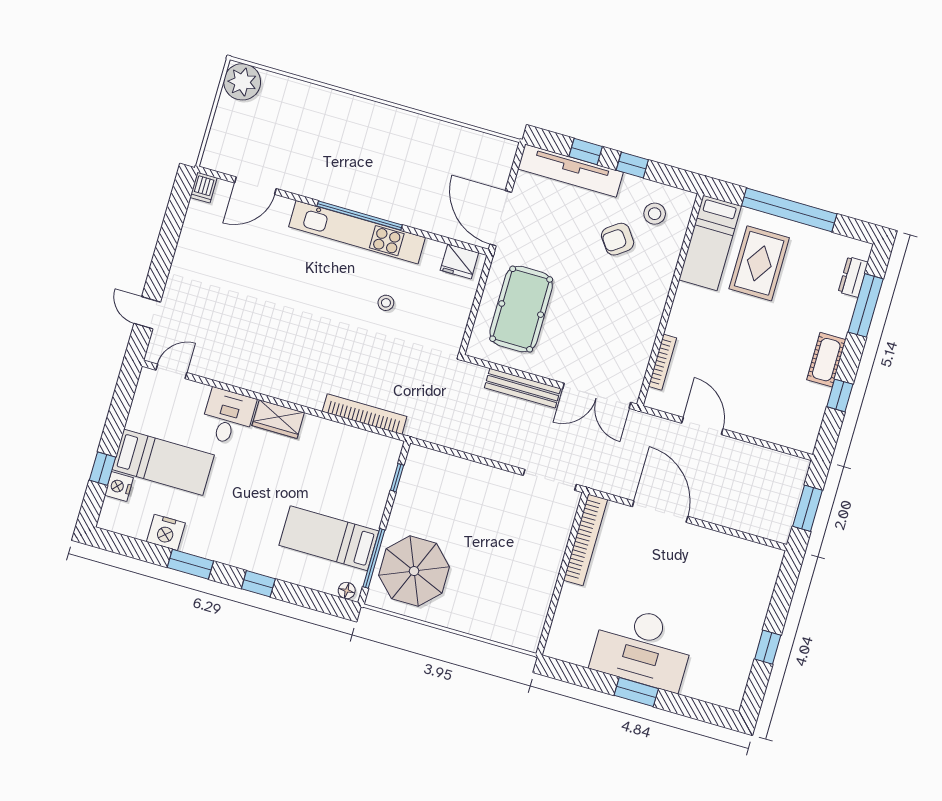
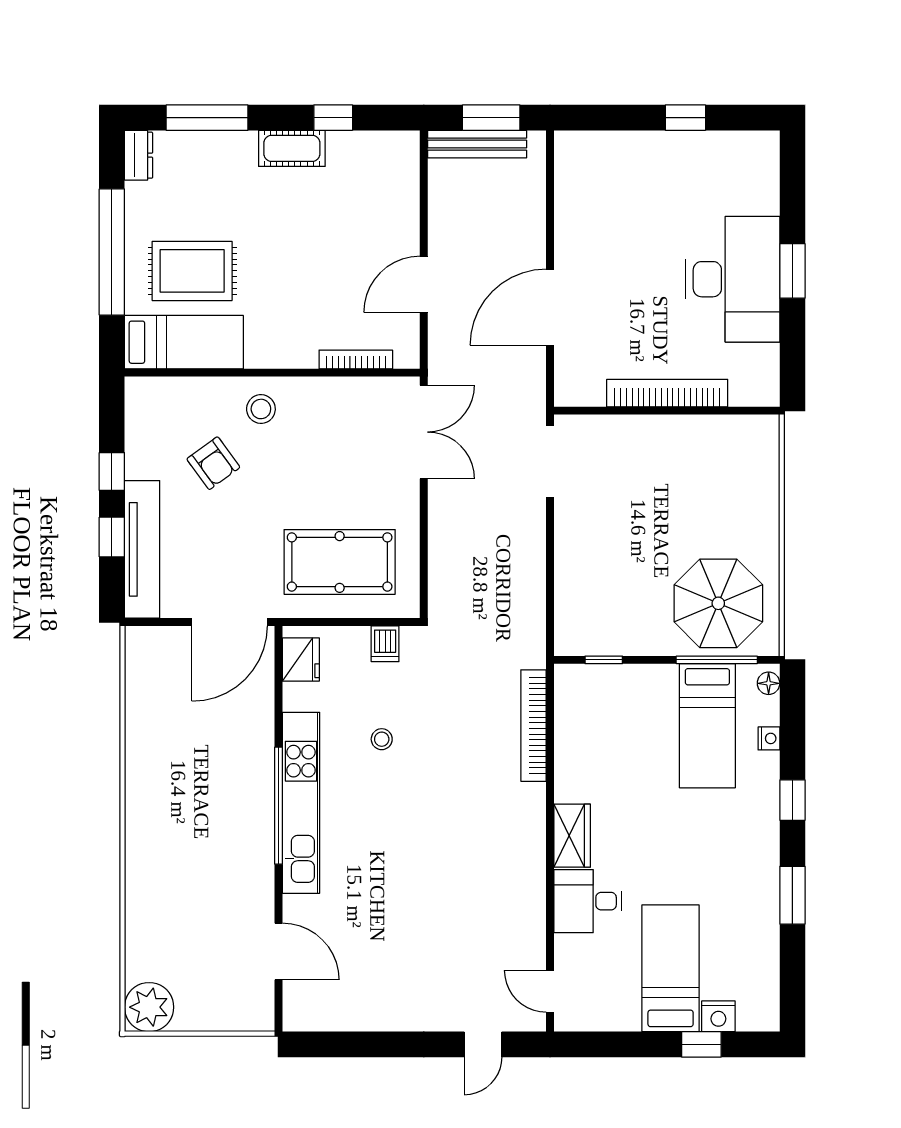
dishwasher: (204, 188) -> (385, 644), moved, turned 90
stool: (655, 214) -> (261, 409), moved
dresser: (853, 277) -> (139, 155), moved, turned -90
bench: (523, 388) -> (477, 144), moved, turned 90
nightstand: (166, 532) -> (769, 738), moved, width x0.53, depth x0.56
bookcase: (586, 540) -> (667, 393), moved

